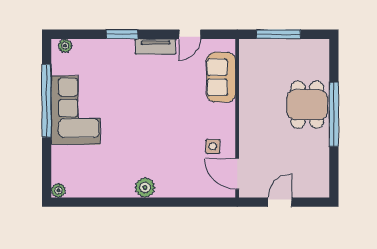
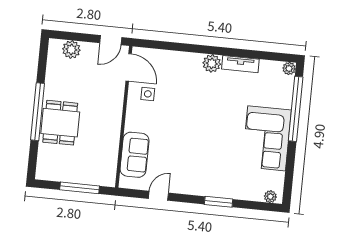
tv unit: (155, 47) -> (240, 64), moved, turned 180
window: (47, 101) -> (296, 109), moved
plant: (303, 187) -> (71, 49), added
door: (280, 202) -> (111, 40), moved

